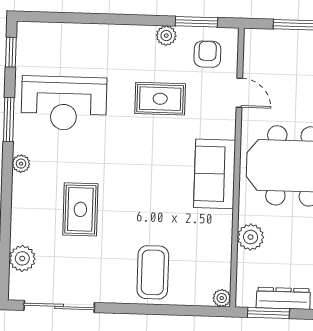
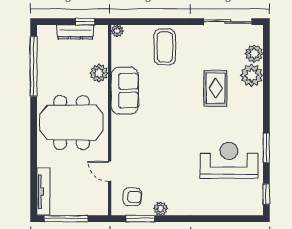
armchair: (207, 54) -> (132, 197), turned -87
rug: (160, 99) -> (164, 165), removed
plant: (21, 164) -> (252, 75), moved, width x1.88, depth x1.88
sofa: (215, 174) -> (125, 91), moved
window: (268, 313) -> (85, 22), width x0.67

